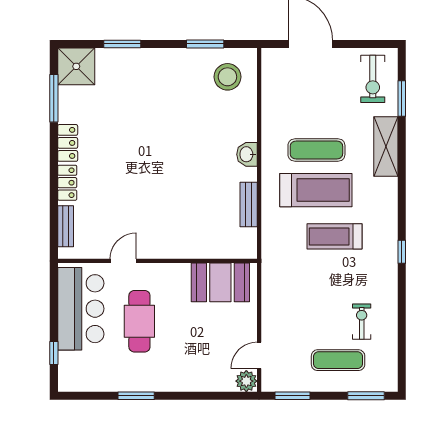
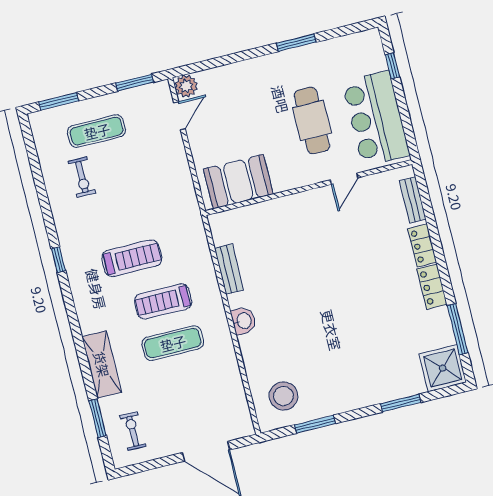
exercise bike: (373, 79) -> (133, 431), width x0.73, depth x0.72
treadmill: (316, 190) -> (163, 301), width x0.73, depth x0.73

